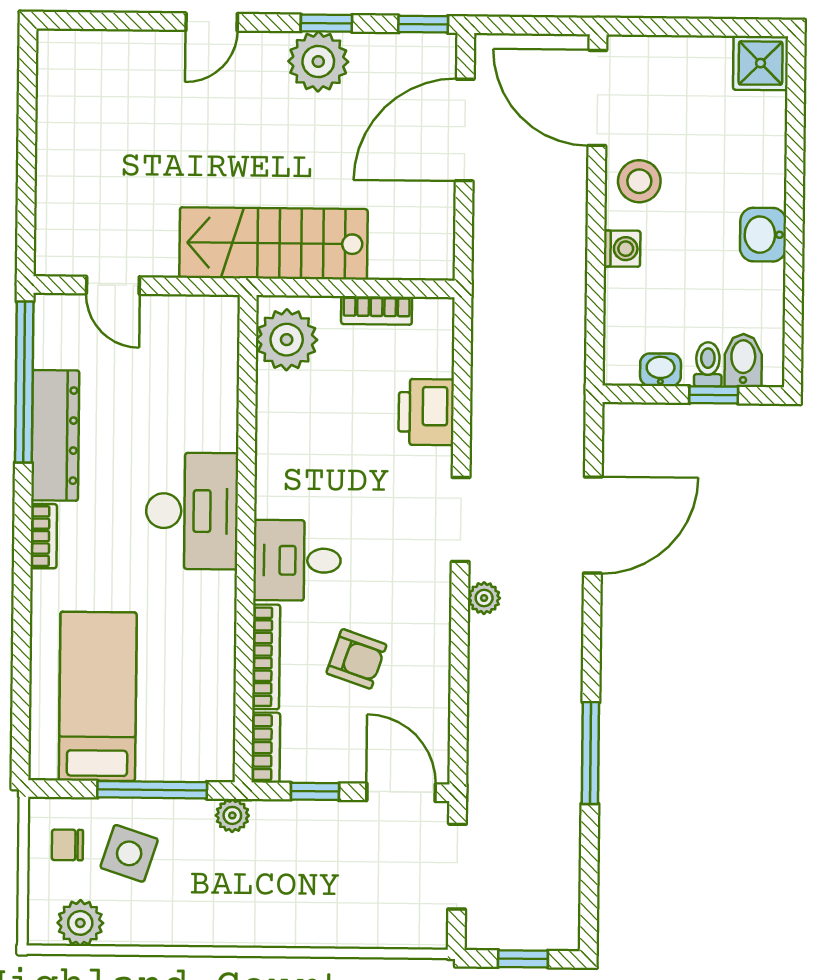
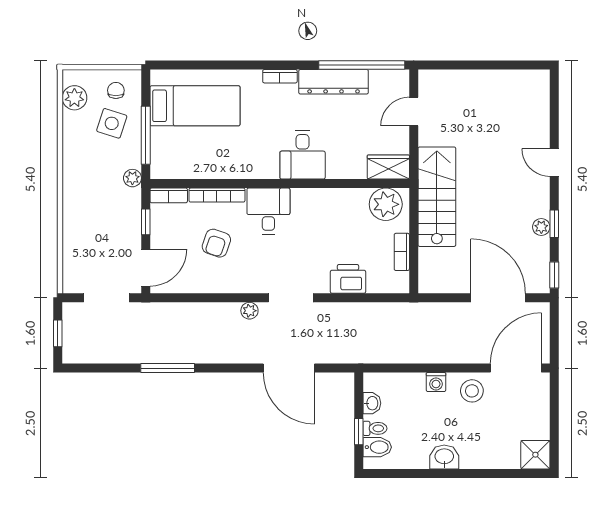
plant: (318, 62) -> (541, 227), width x0.53, depth x0.53
wardrobe: (217, 334) -> (388, 167), added
desk: (192, 511) -> (303, 155), width x0.73

